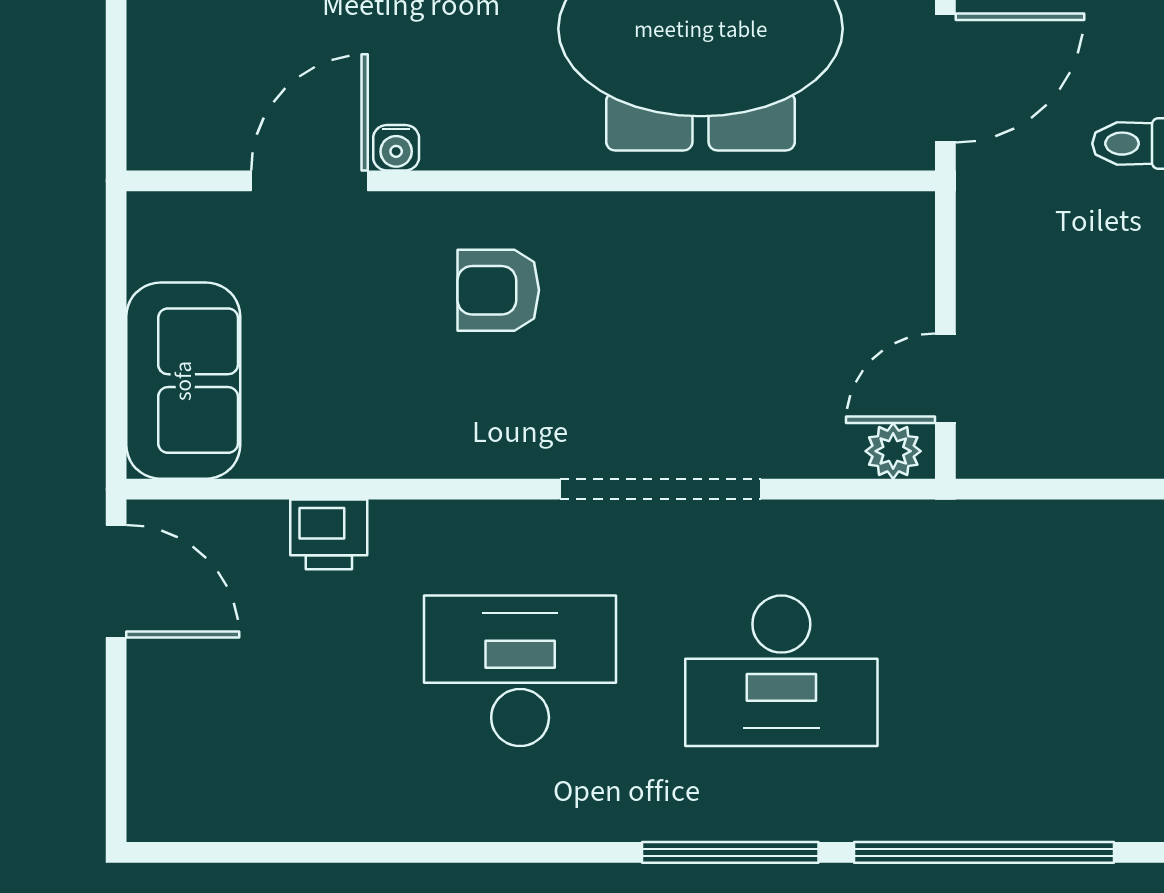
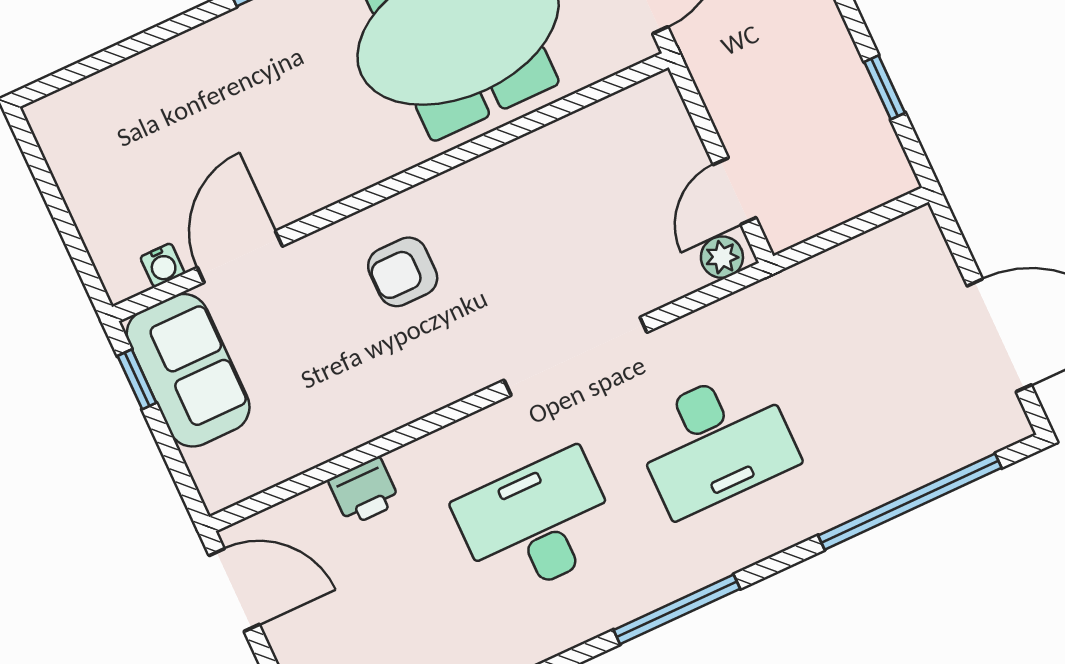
water cooler: (396, 148) -> (162, 265), moved
window: (116, 272) -> (137, 379), added
sofa: (183, 381) -> (188, 370), moved
window: (730, 852) -> (677, 609), moved

